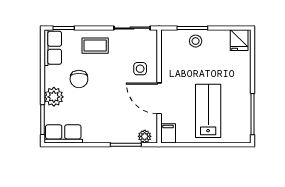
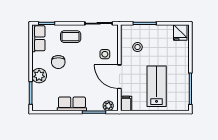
stool: (196, 41) -> (137, 47), moved
row of seats: (63, 134) -> (72, 104), moved

